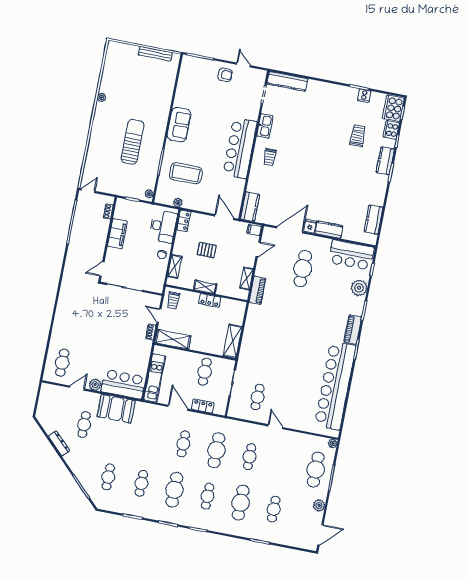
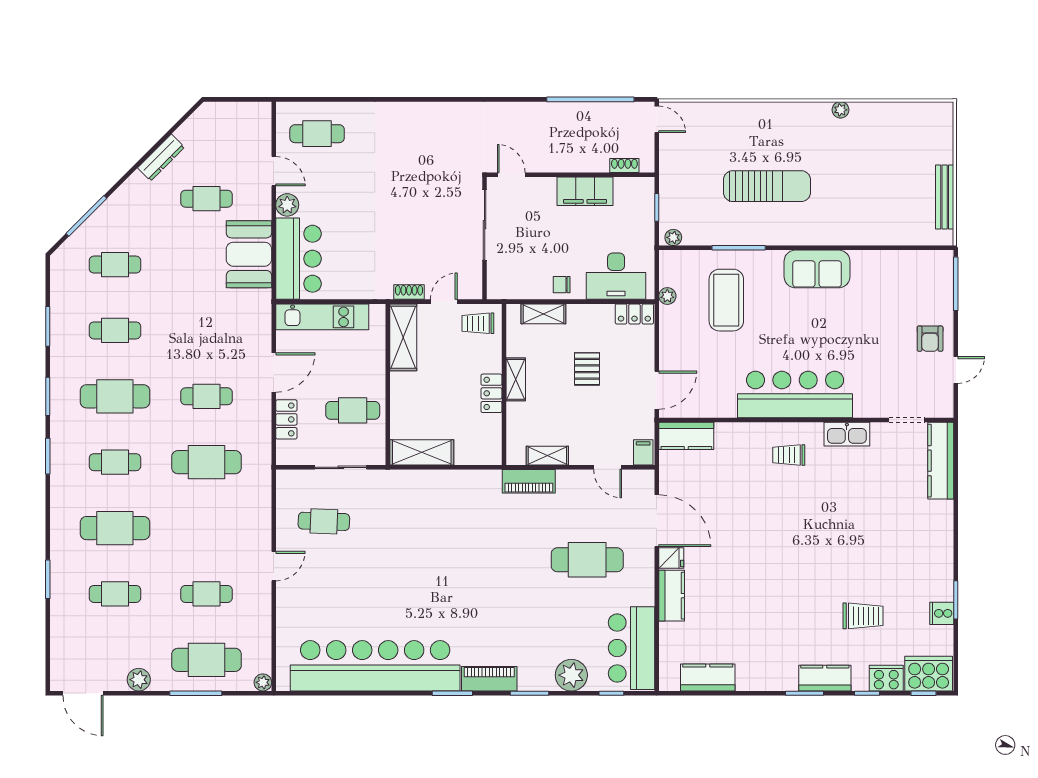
cafe table: (250, 457) -> (207, 594), moved

